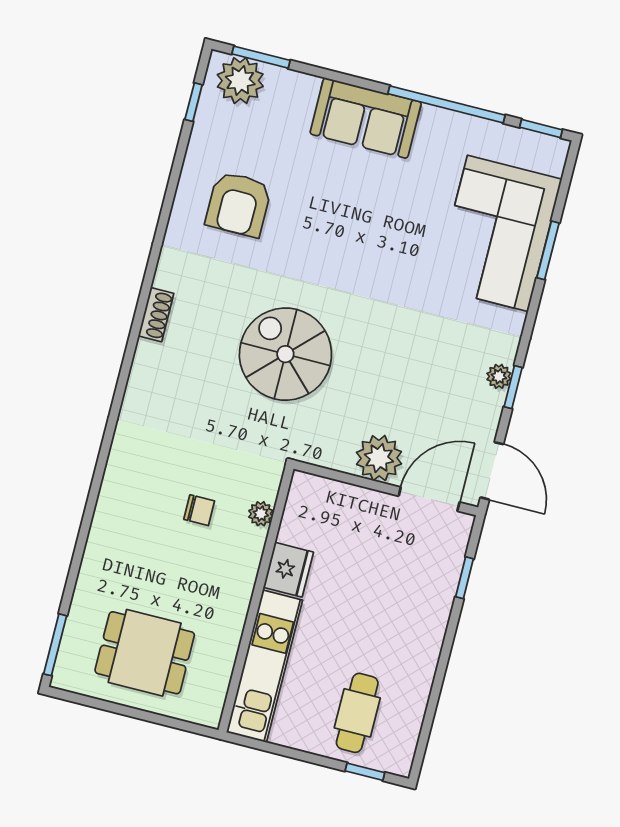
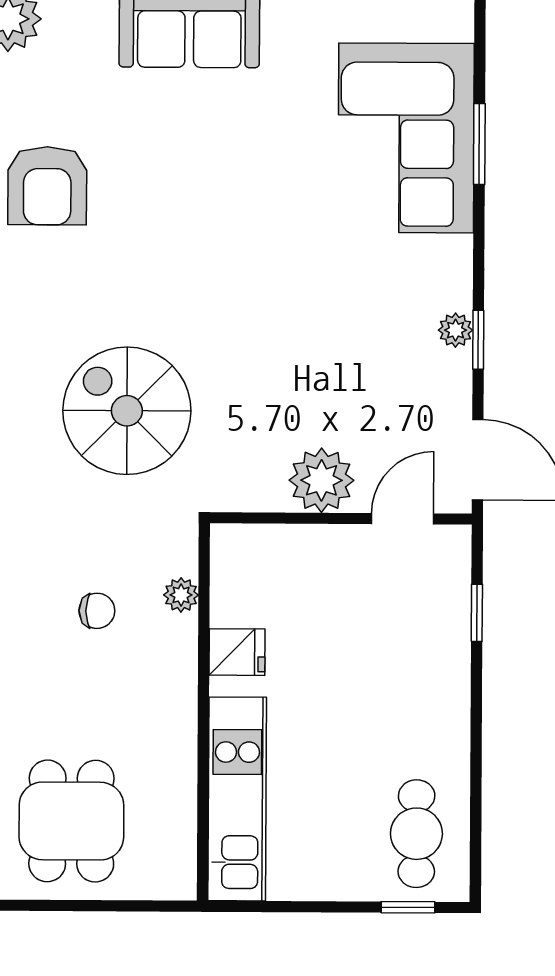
spiral stairs: (285, 354) -> (127, 411), moved
door: (429, 499) -> (403, 519), width x0.73
fridge: (288, 570) -> (237, 652), width x0.72
dining table: (145, 653) -> (71, 821), turned 90
cafe table: (357, 713) -> (416, 834), moved

